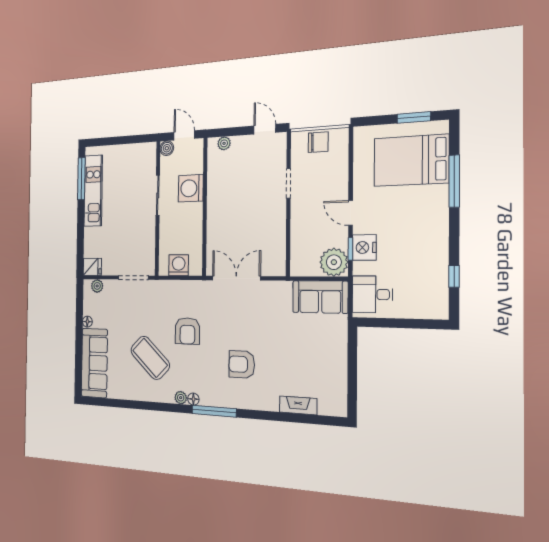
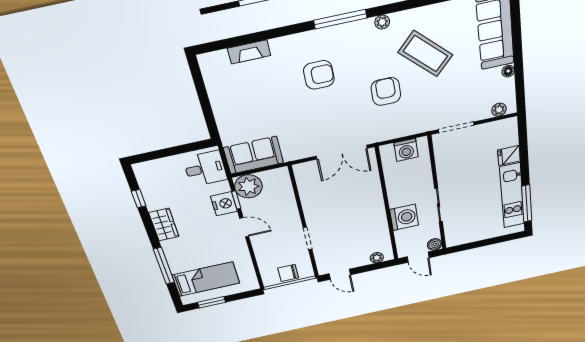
bed: (411, 160) -> (206, 279), width x0.67
wardrobe: (437, 237) -> (164, 225), added
fridge: (92, 267) -> (509, 155), moved
floor lamp: (193, 399) -> (367, 25), removed

